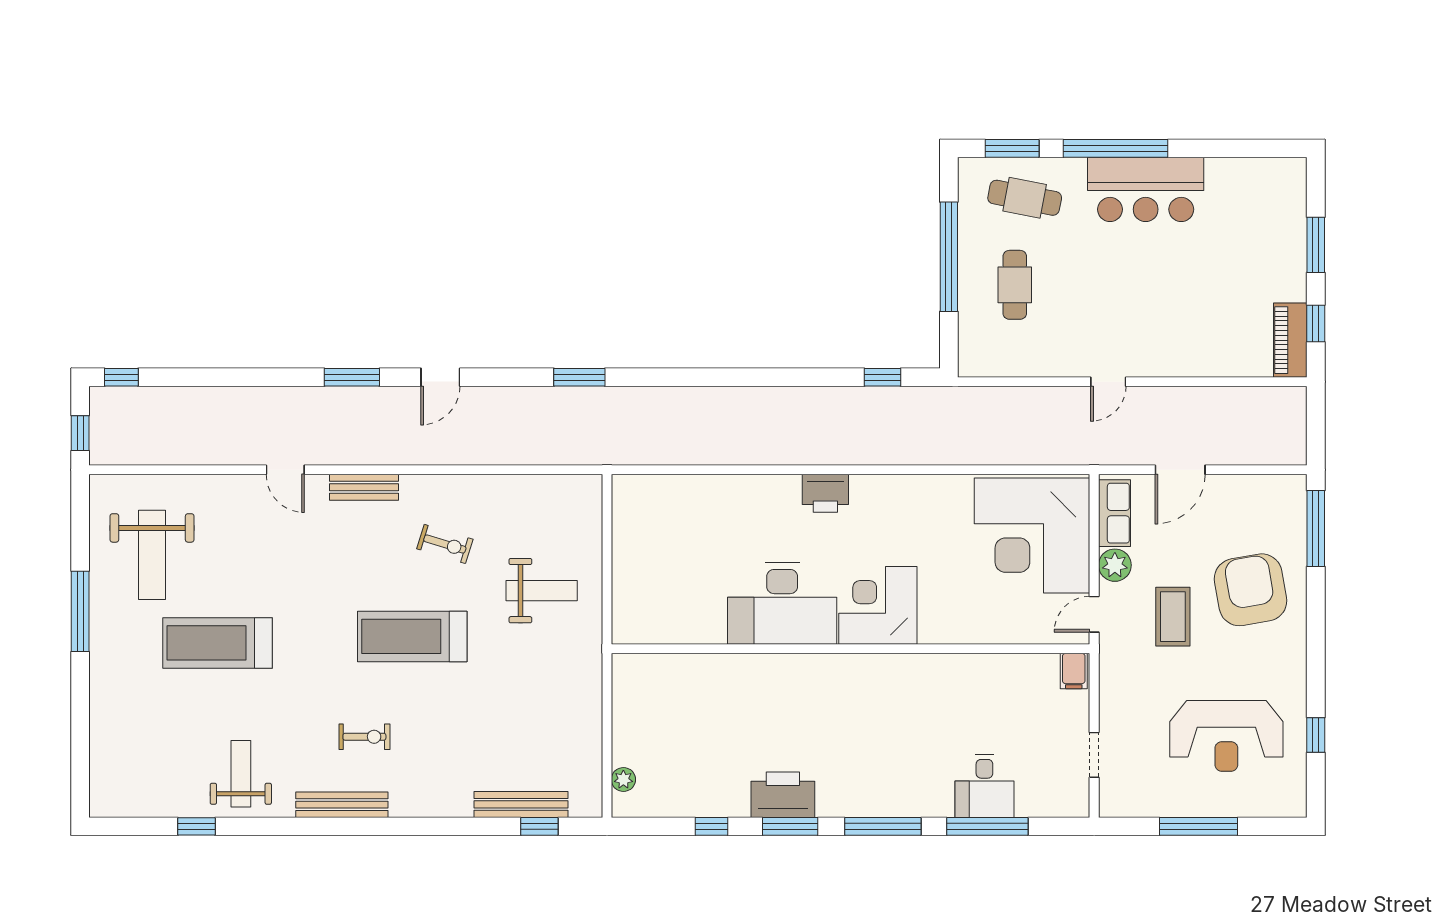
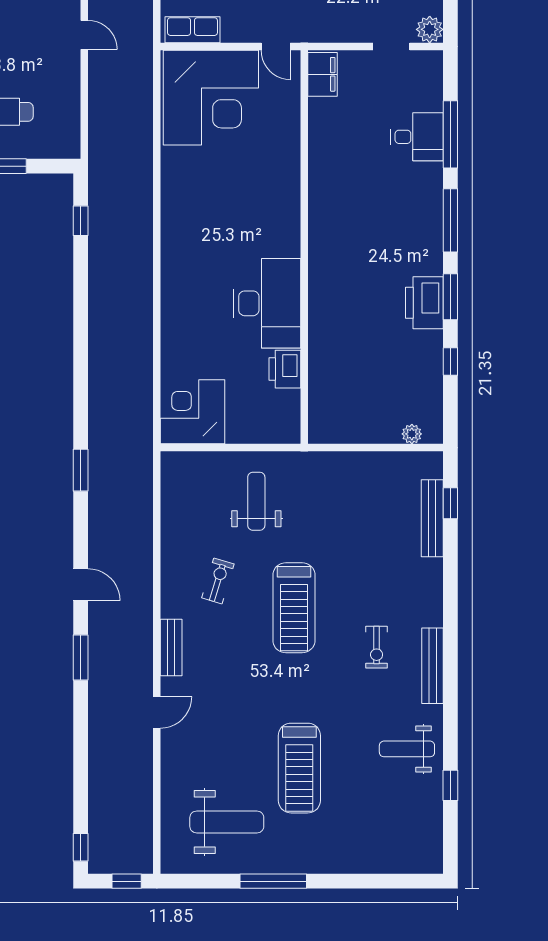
printer: (825, 493) -> (285, 369), moved, turned 180
plant: (1115, 565) -> (430, 29), moved
corner desk: (878, 605) -> (192, 412), moved, turned 90
filing cabinet: (1074, 671) -> (322, 74), width x2.00
exercise bike: (364, 737) -> (377, 647), turned 180

